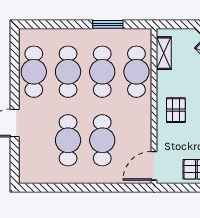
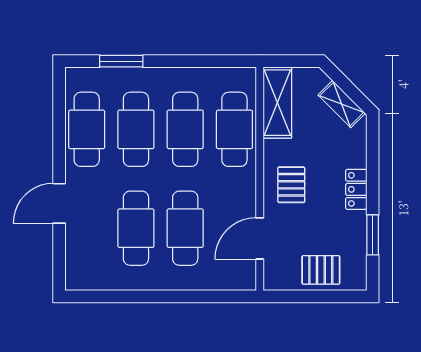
window: (108, 24) -> (121, 61), moved
shelving: (164, 53) -> (277, 103), width x1.50, depth x1.33
door: (154, 166) -> (260, 238), moved

